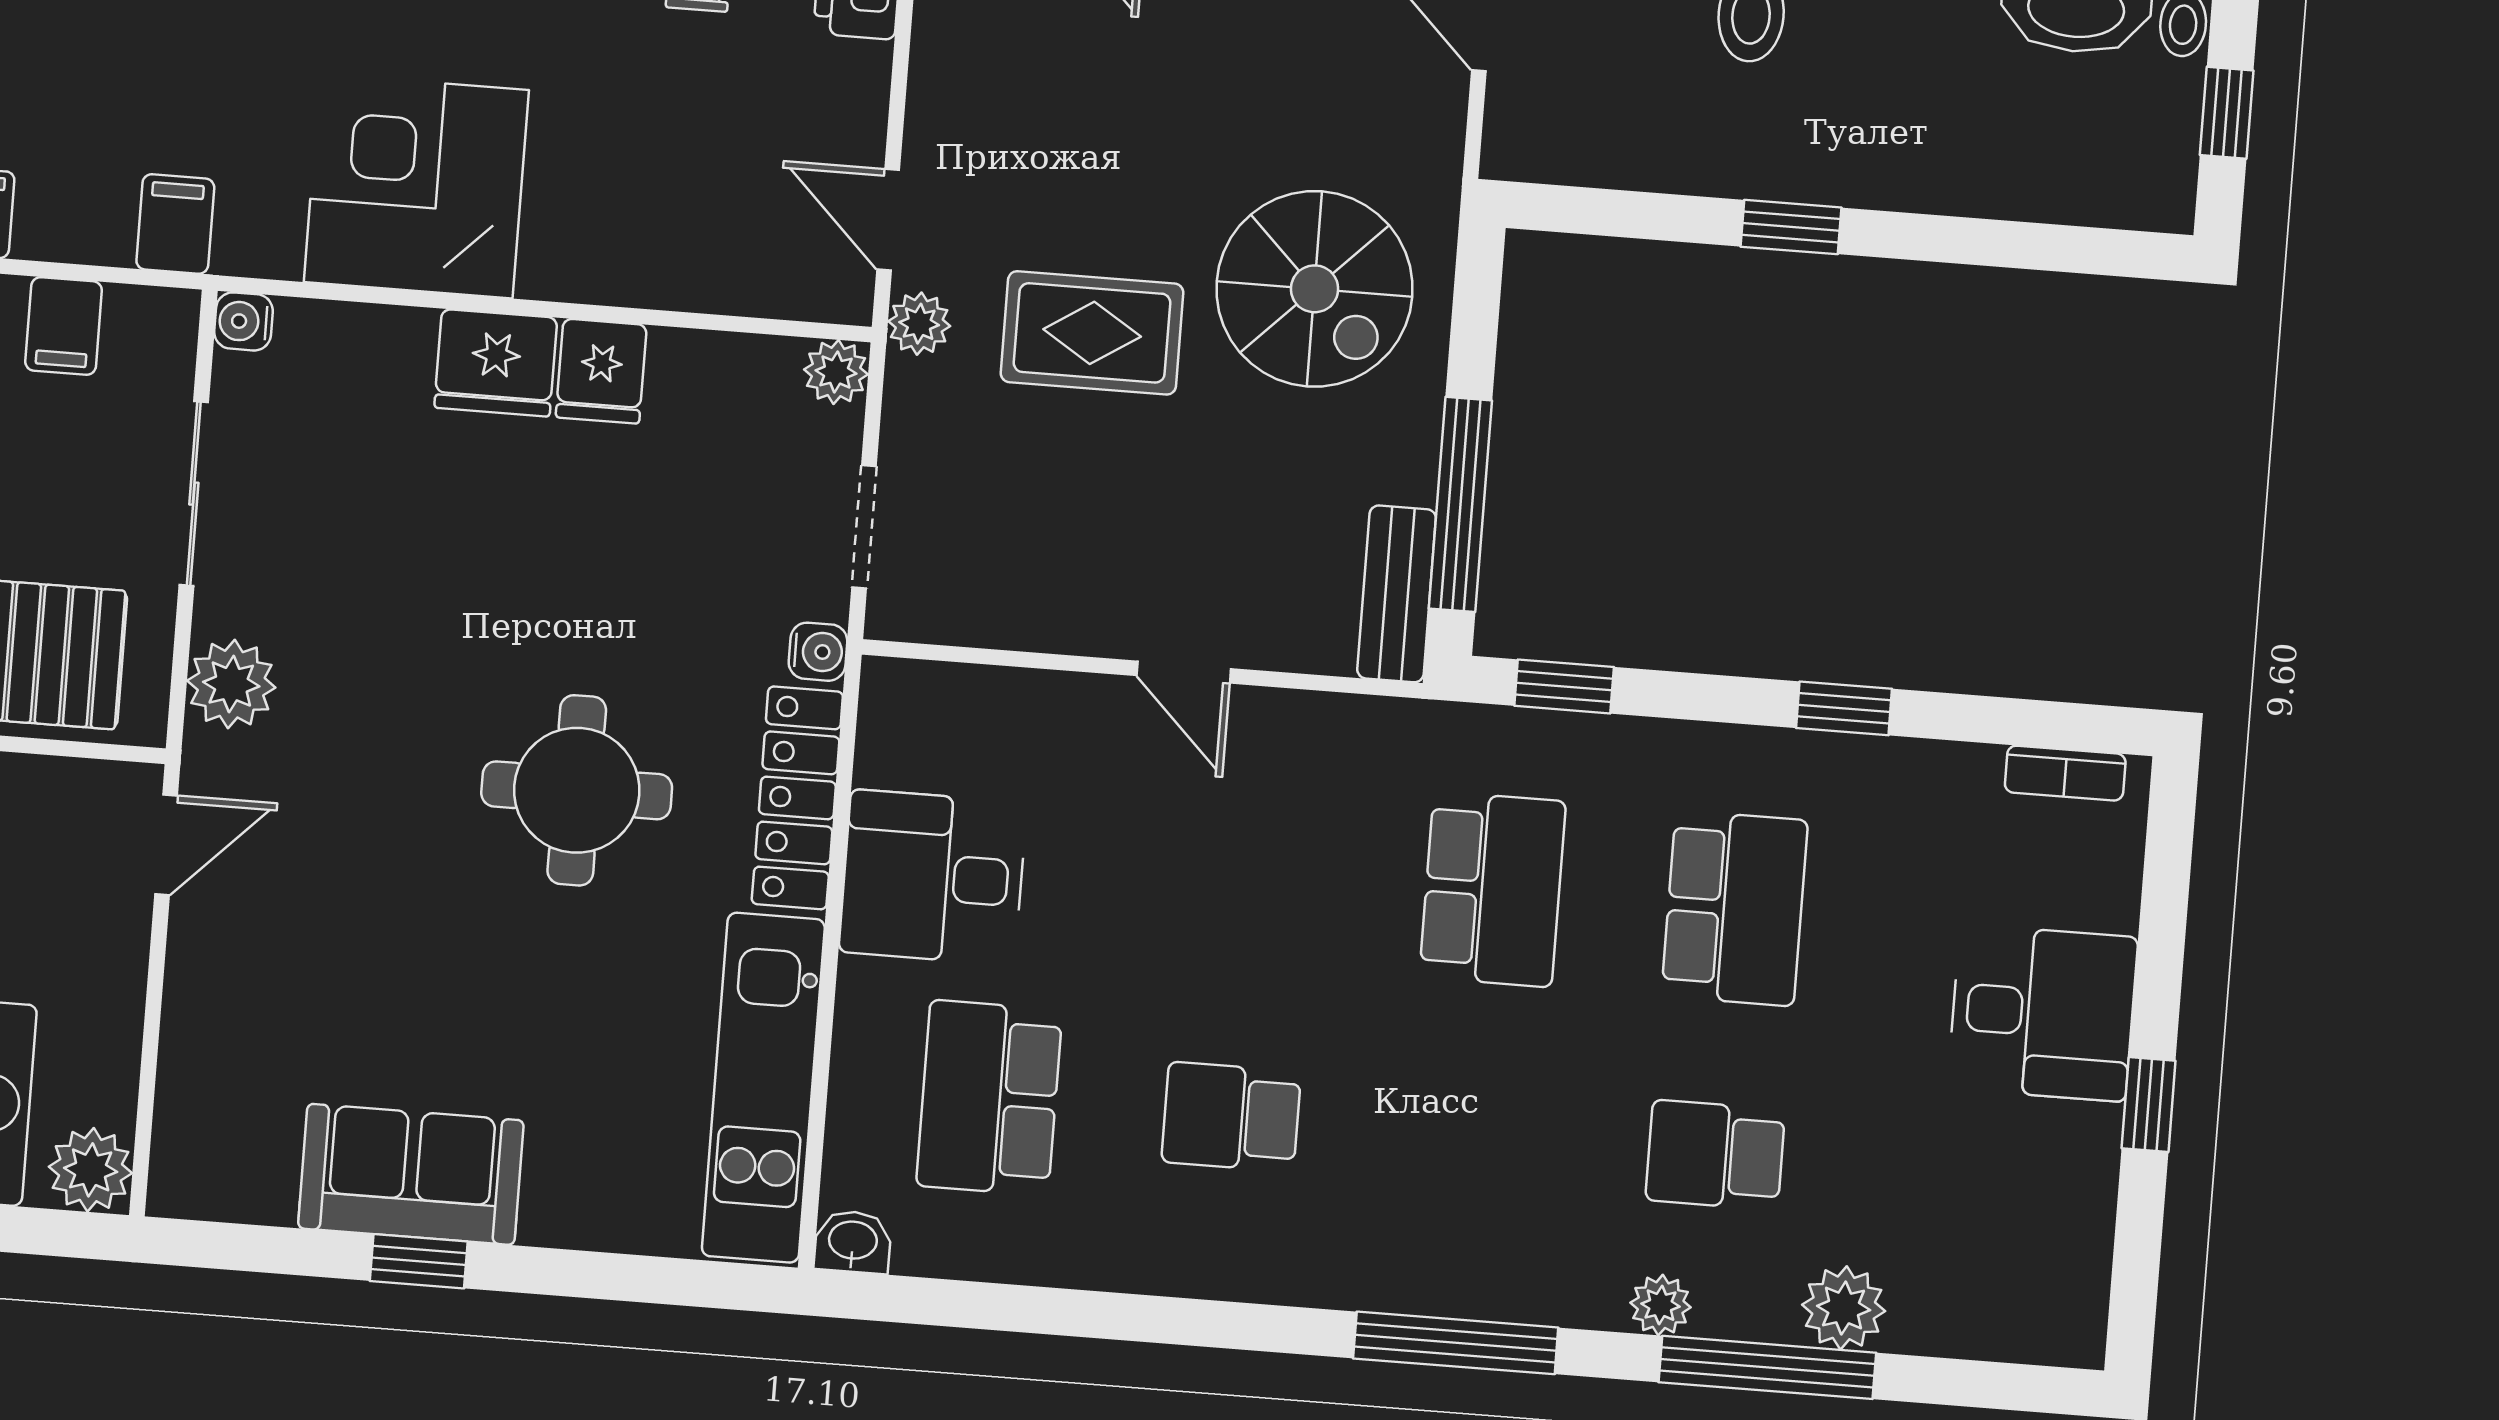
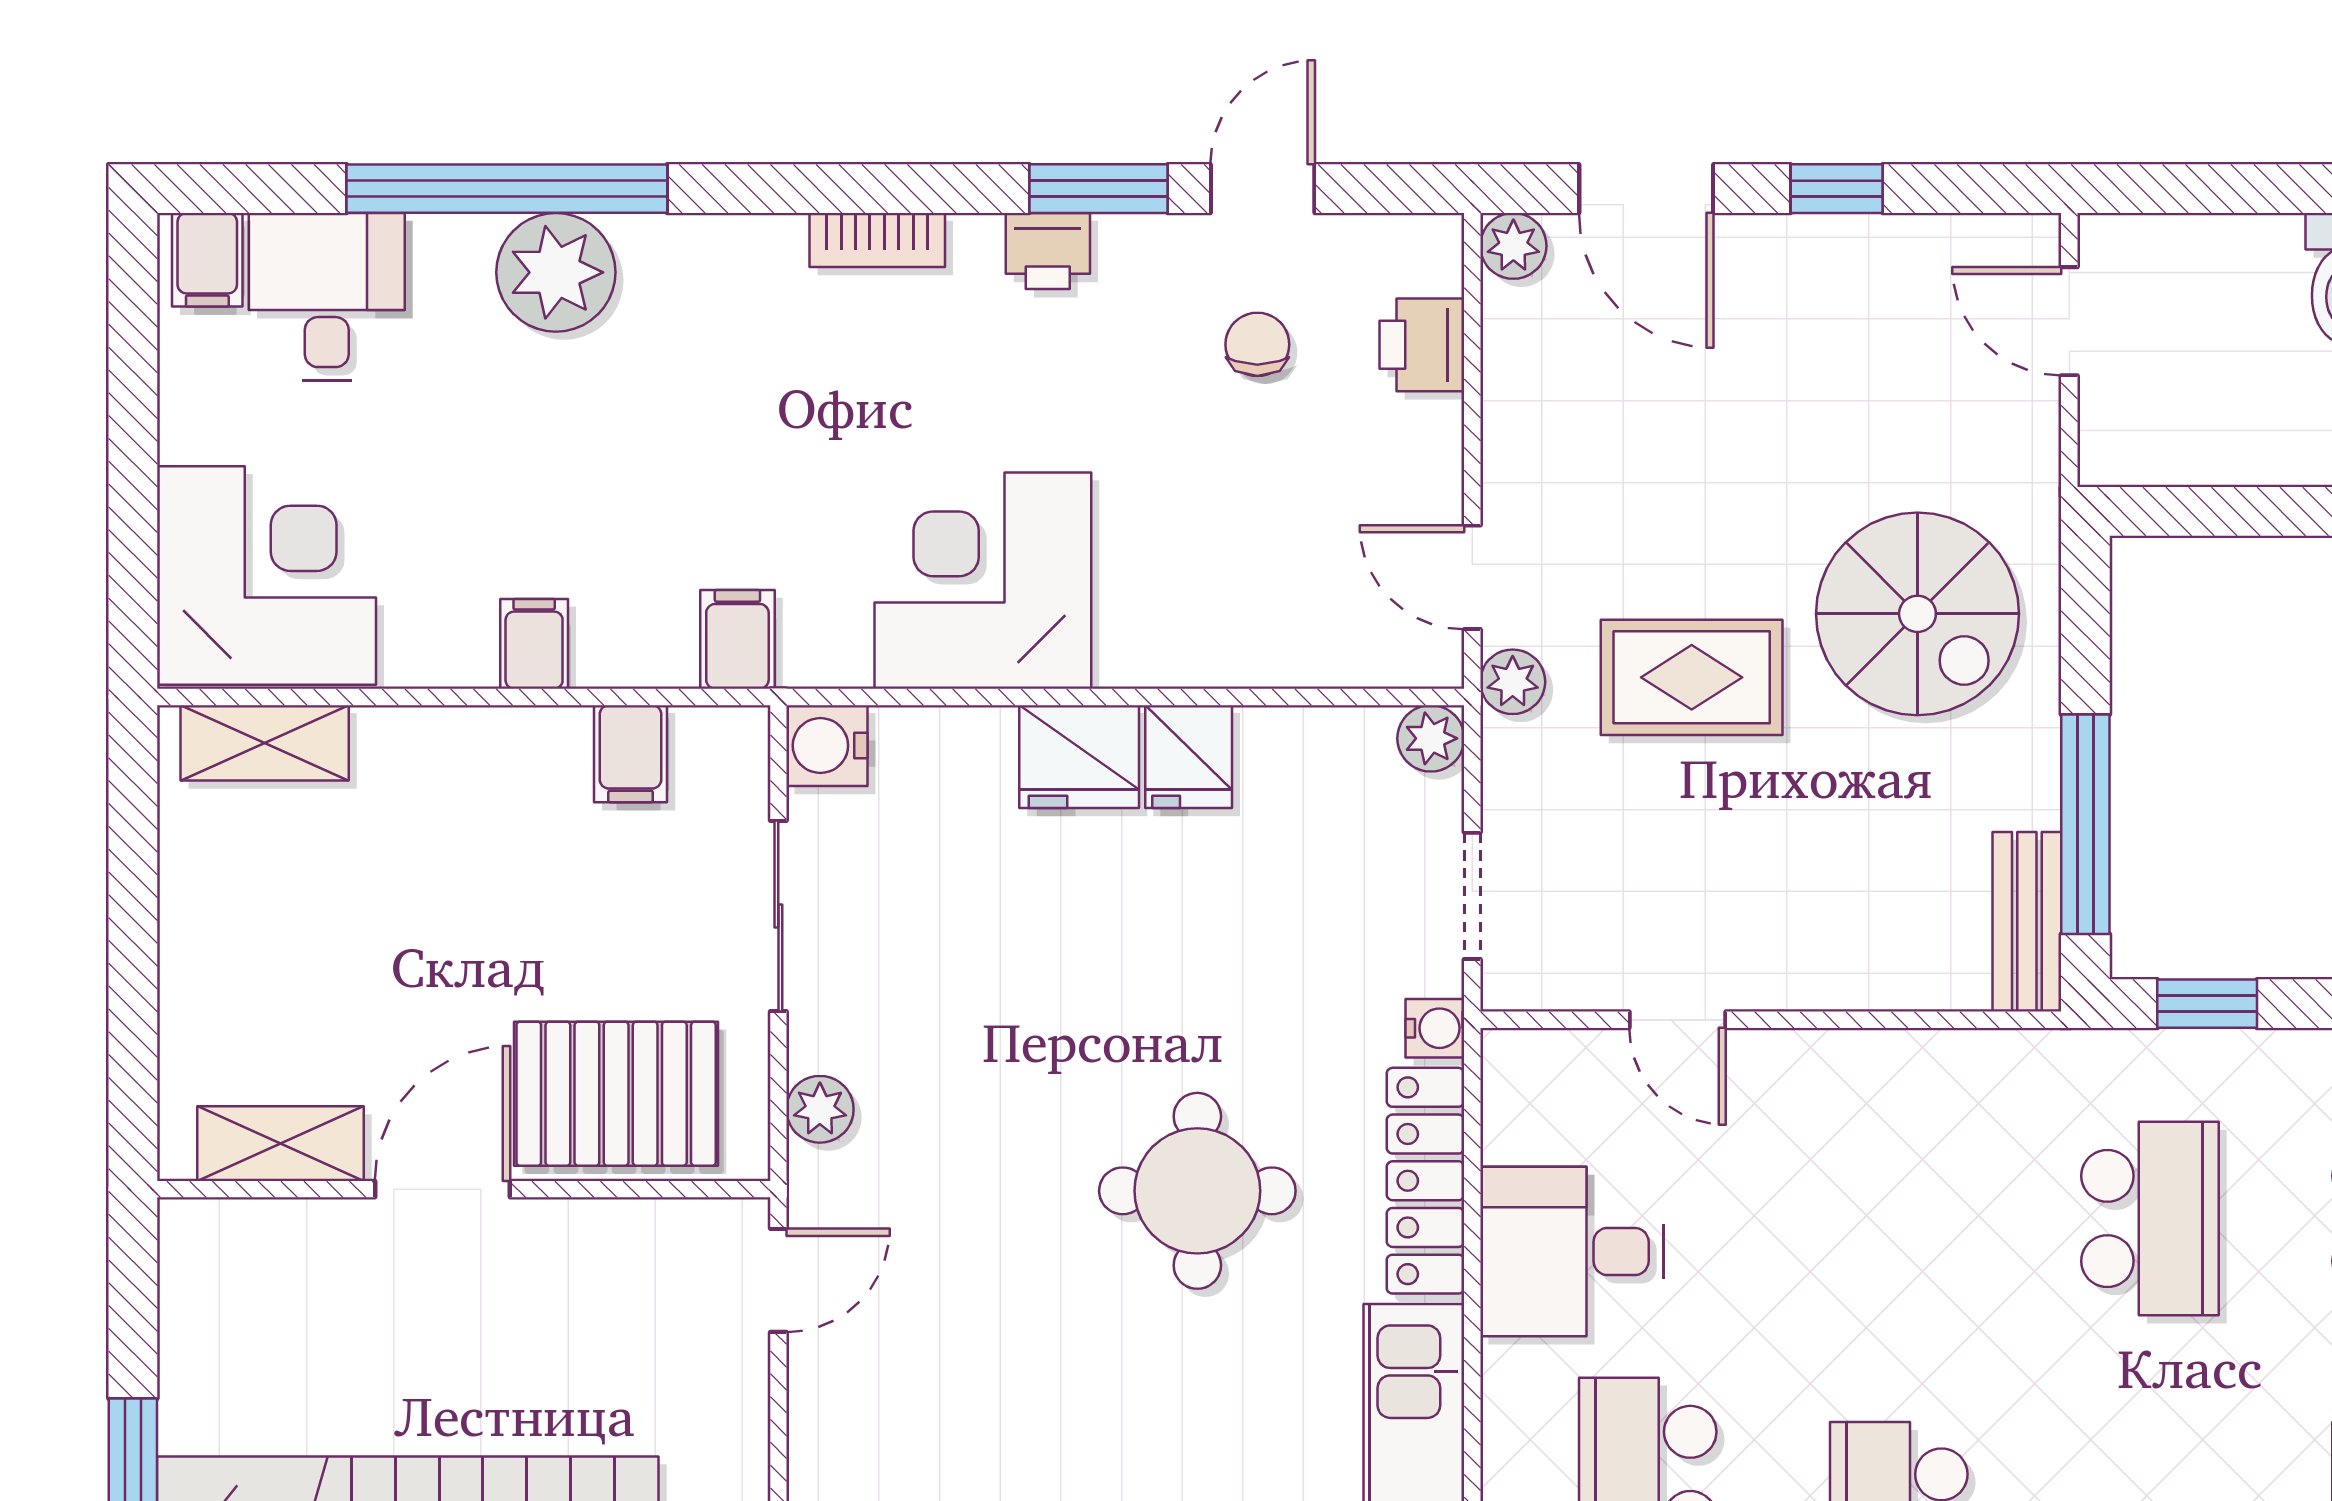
water cooler: (244, 321) -> (827, 746), width x1.38, depth x1.38
door: (1184, 672) -> (1677, 1020), moved
plant: (231, 684) -> (820, 1109), width x0.73, depth x0.73

